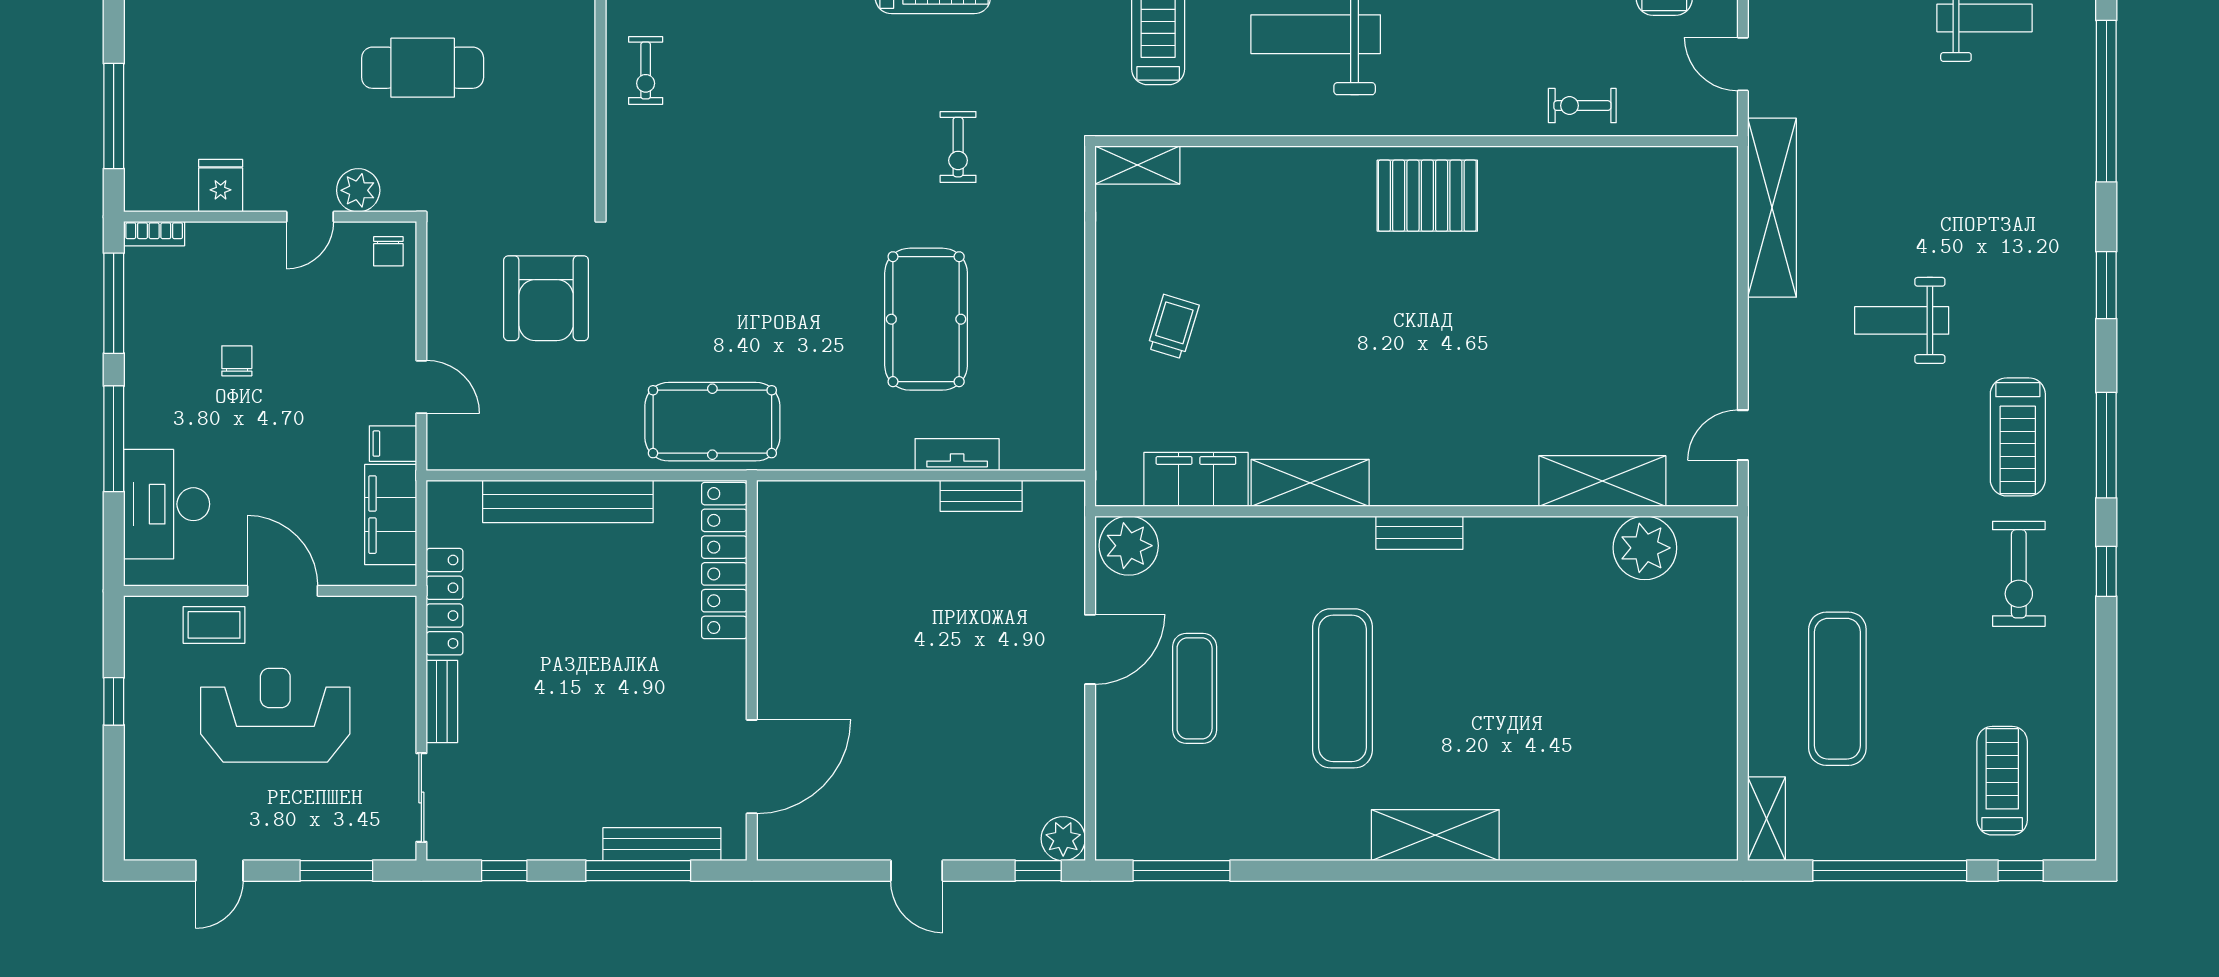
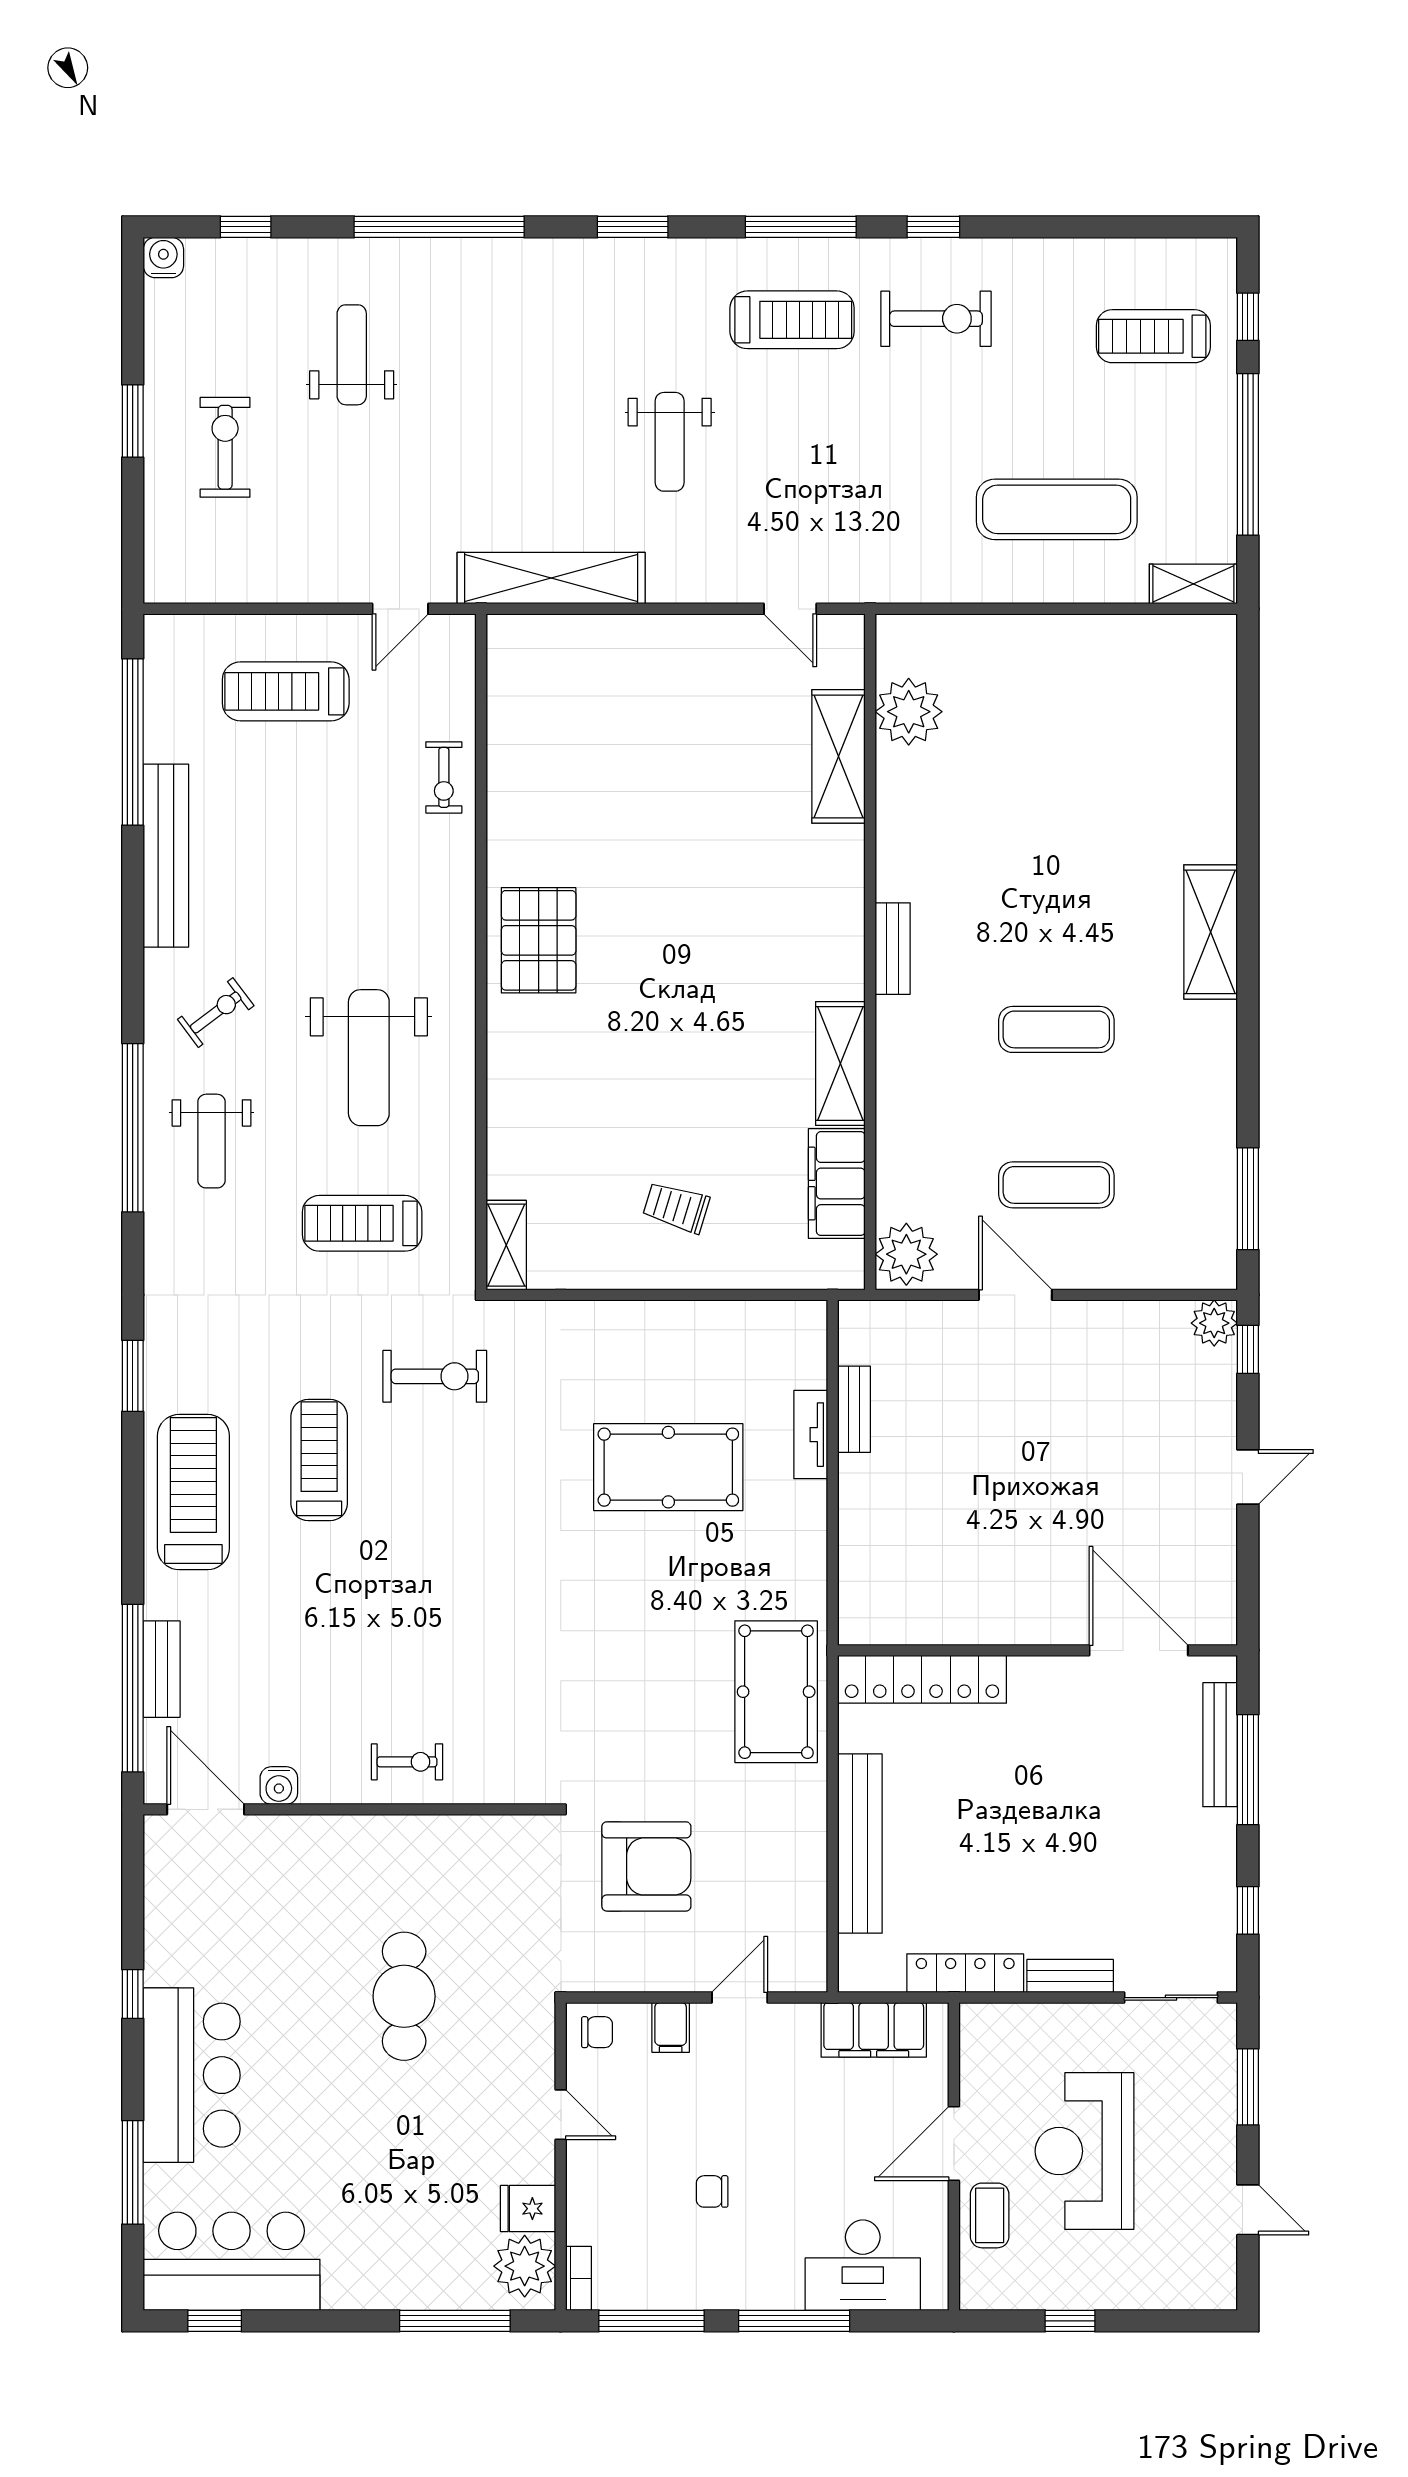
exercise bike: (958, 147) -> (435, 1376), moved, width x1.38, depth x1.39
plant: (358, 190) -> (525, 2266), moved, width x1.36, depth x1.36
filing cabinet: (393, 444) -> (671, 2027), moved
exercise mat: (1343, 688) -> (1056, 1029), width x0.73, depth x0.69

